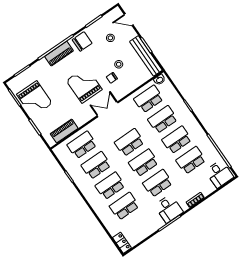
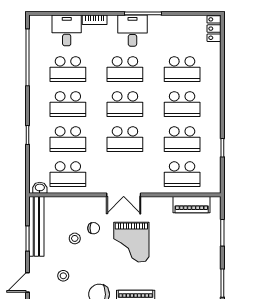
door: (129, 20) -> (27, 282), swing flipped
grand piano: (34, 99) -> (200, 266), removed
desk: (219, 174) -> (67, 30), moved

